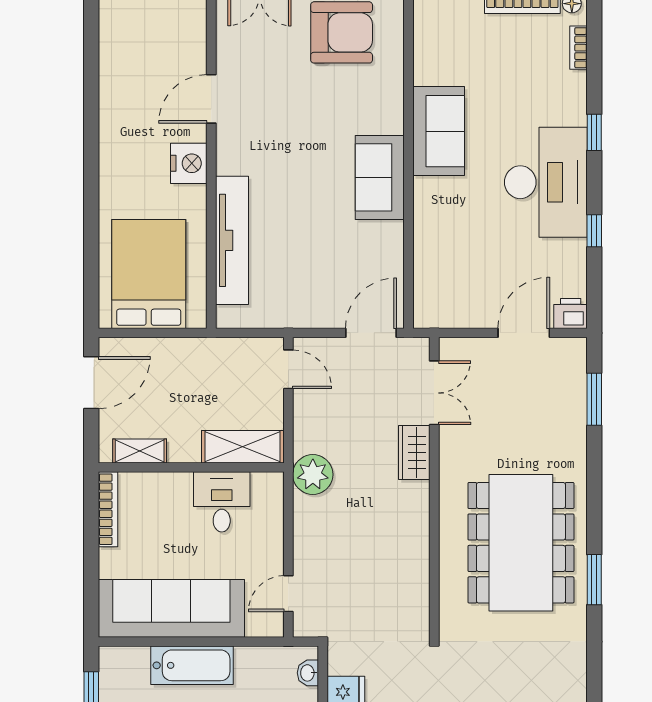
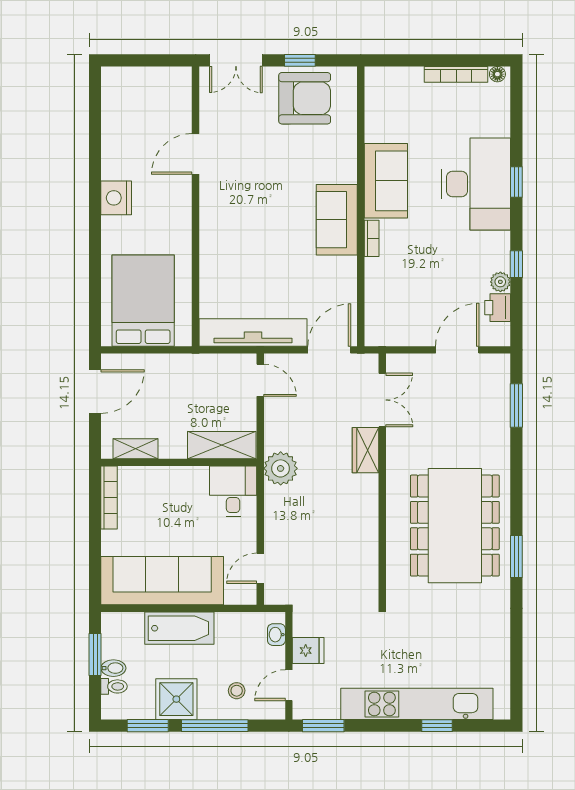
bookcase: (578, 48) -> (372, 238), moved, turned 180
nightstand: (189, 163) -> (116, 198), moved, turned 180
desk: (546, 182) -> (476, 184), moved
tv unit: (232, 240) -> (253, 333), moved, turned -90
plant: (575, 252) -> (500, 282), added
printer: (571, 314) -> (498, 308), moved, turned -90
desk: (222, 502) -> (233, 491), moved

